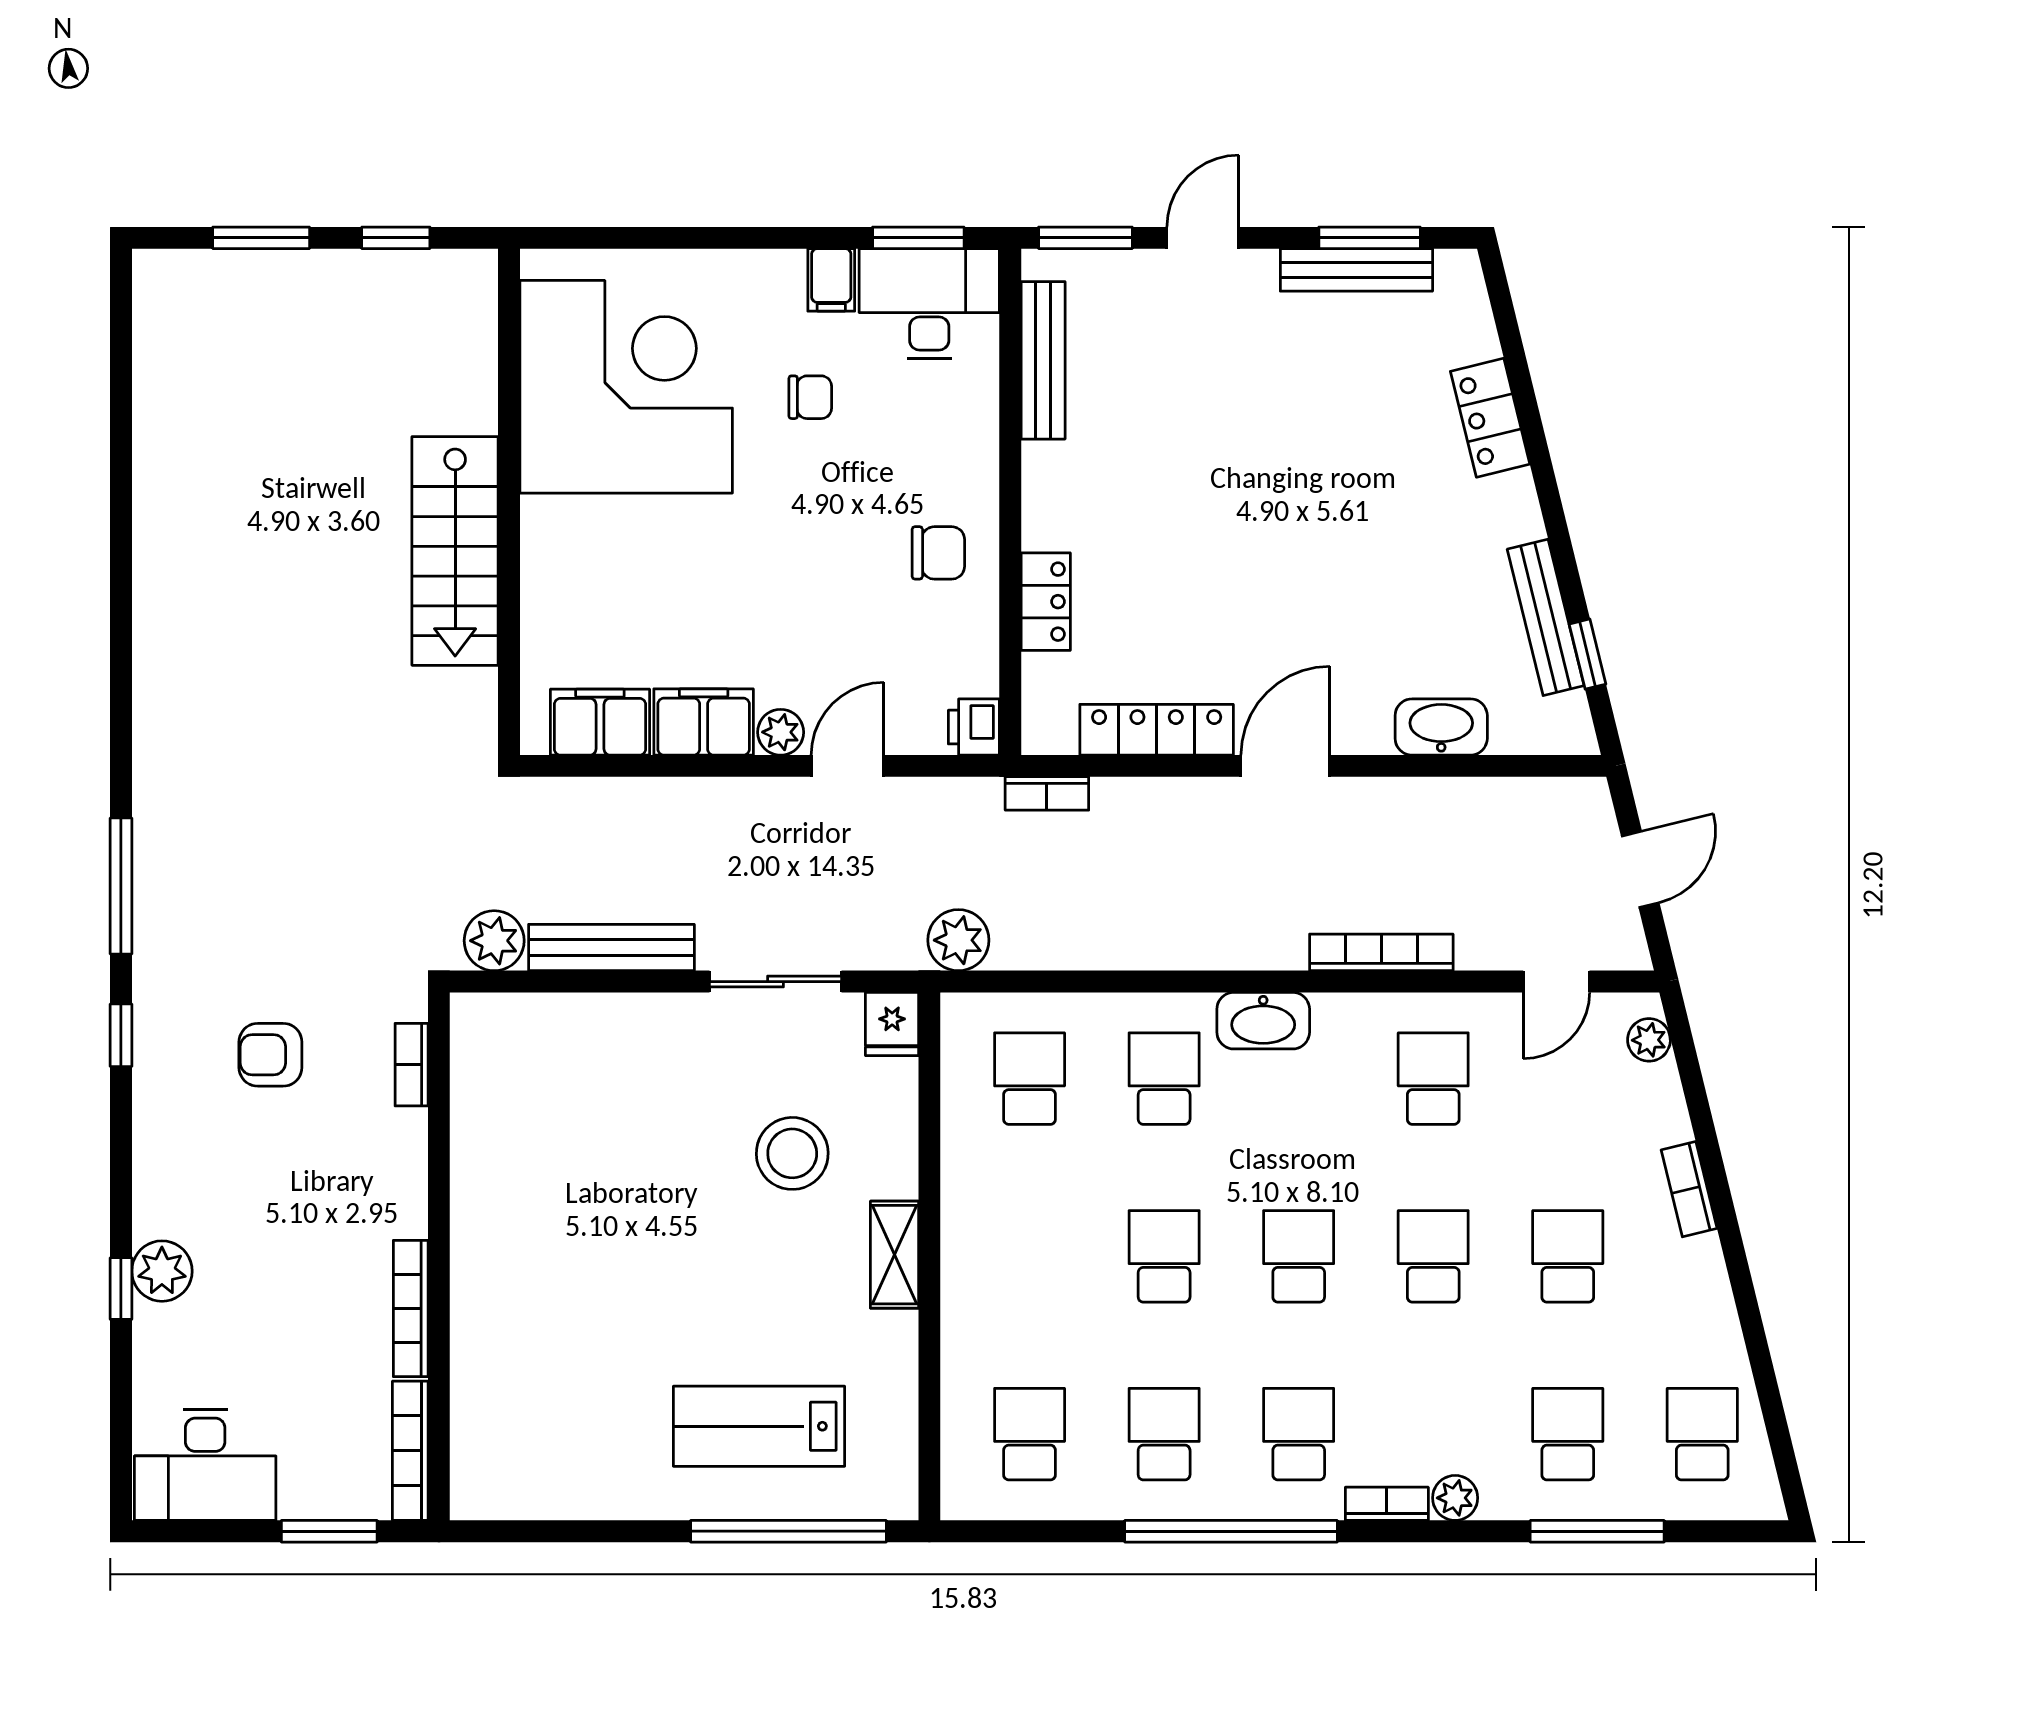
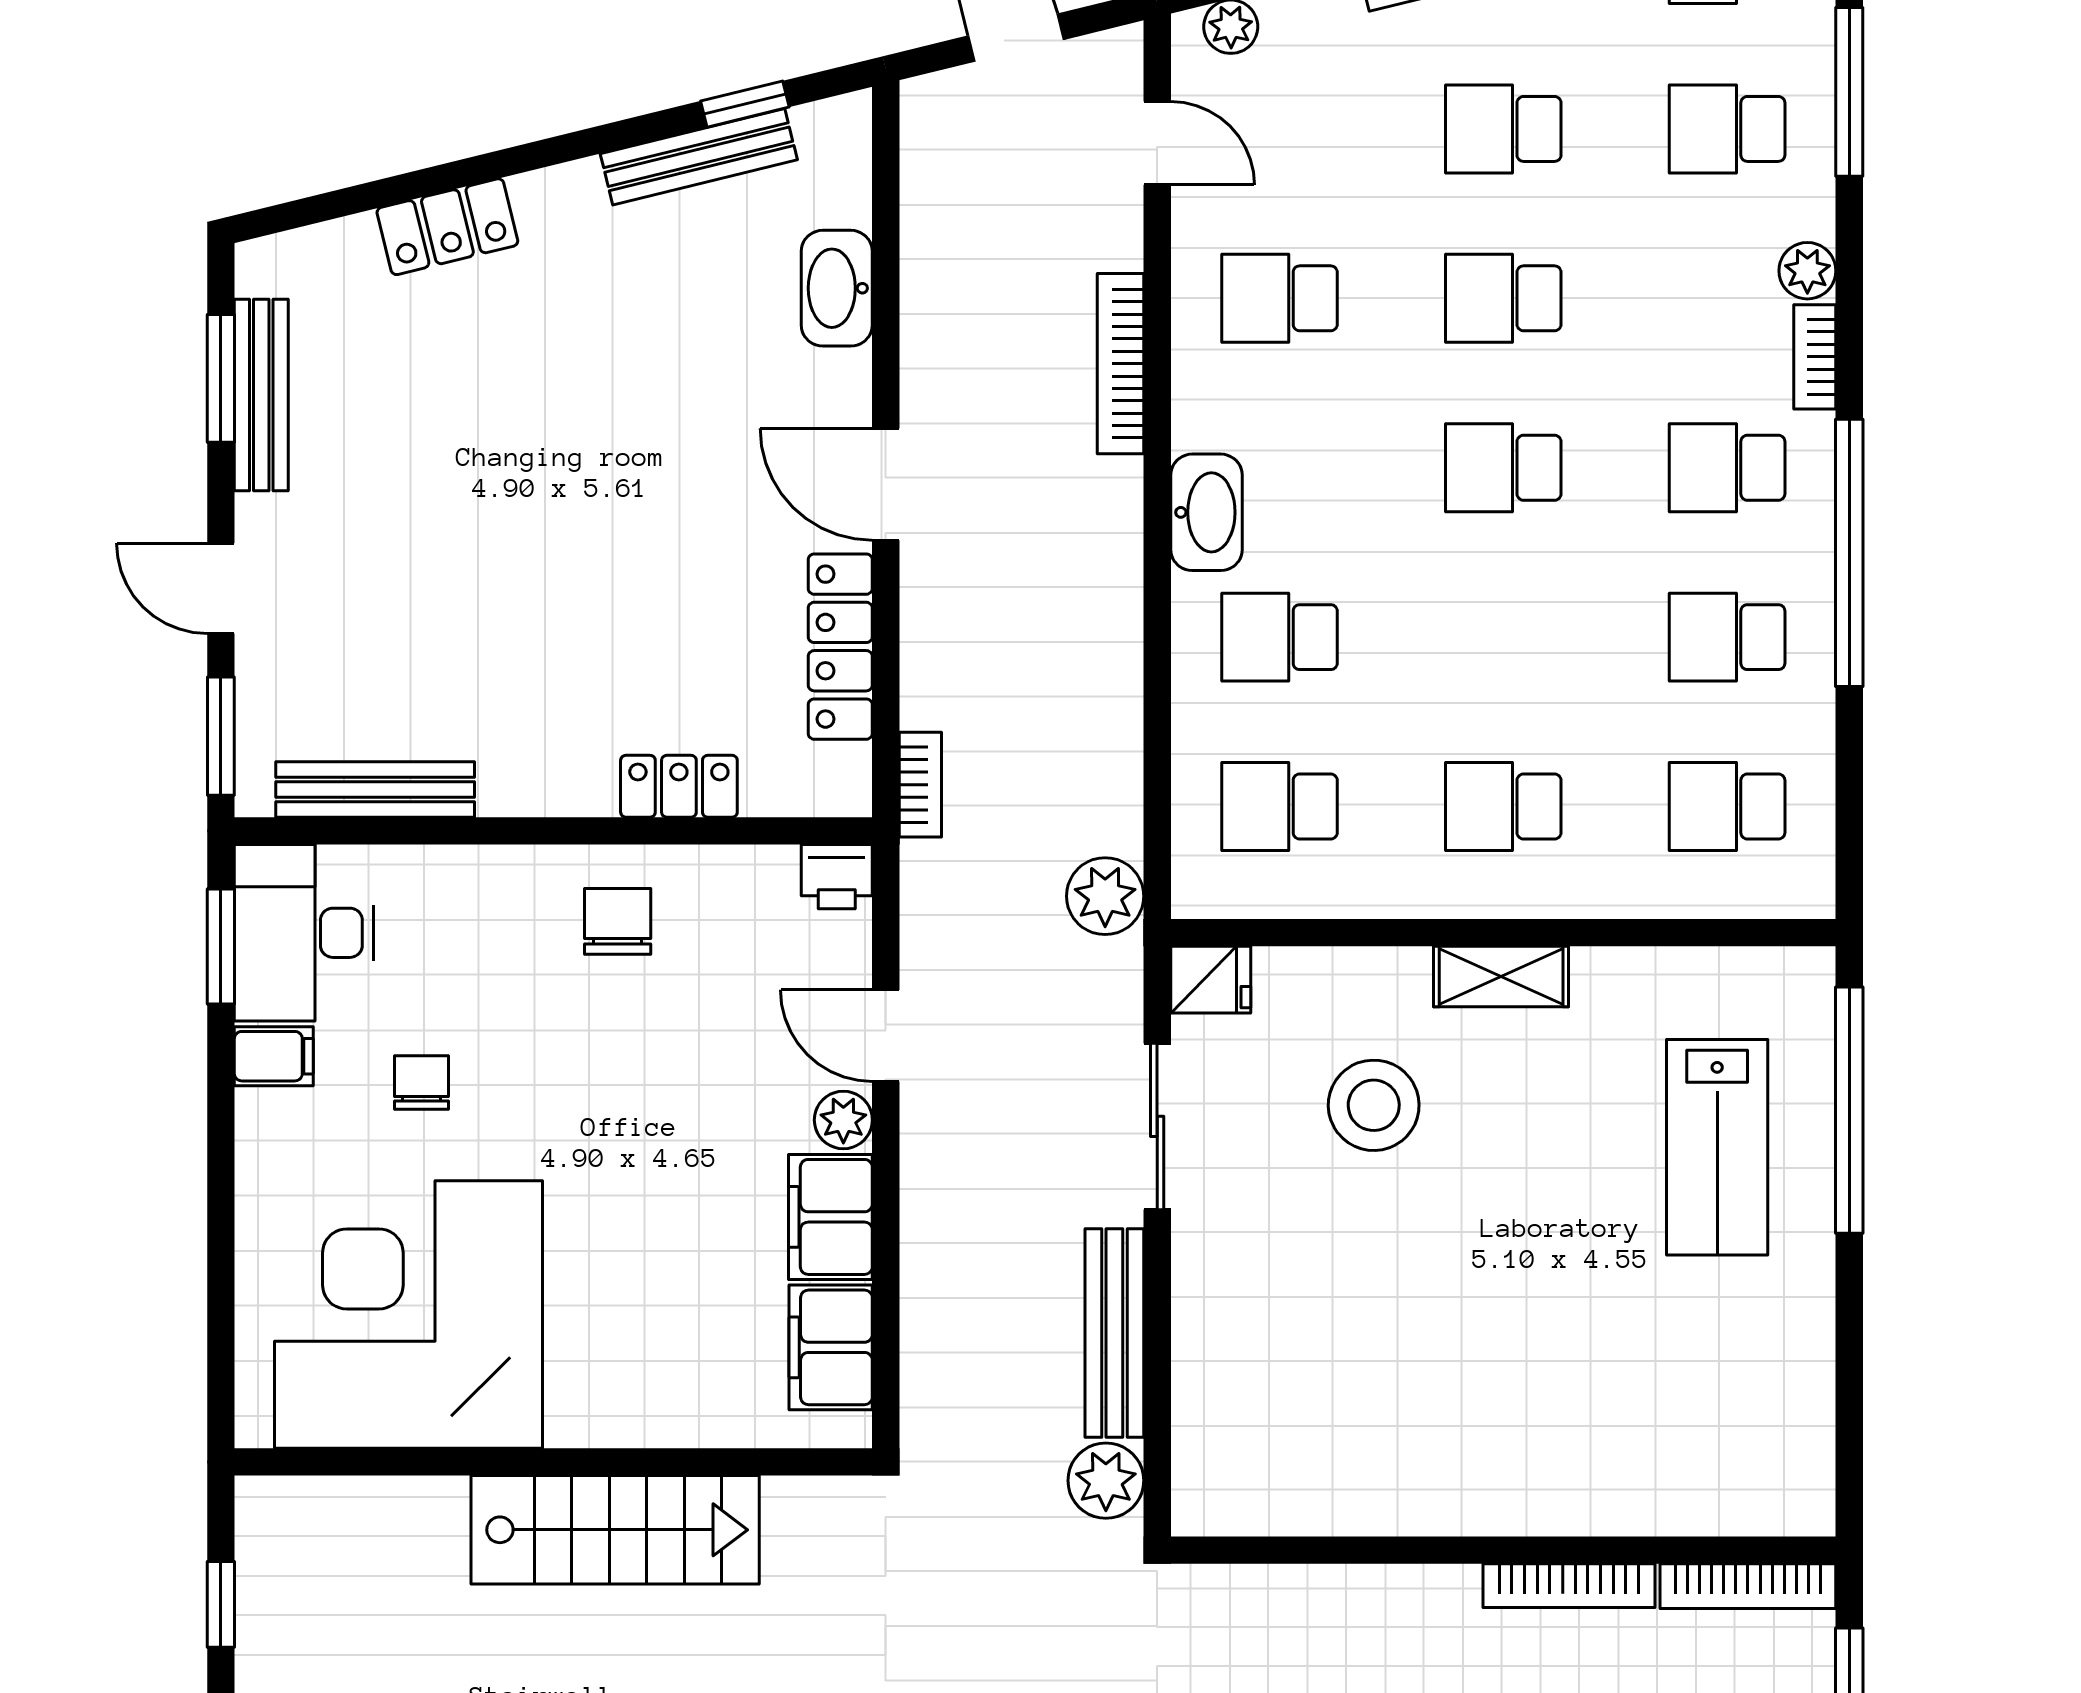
bookcase: (412, 1065) -> (1262, 1584), removed
school desk: (1164, 1256) -> (1503, 807), moved

